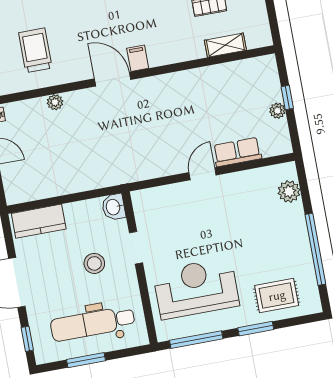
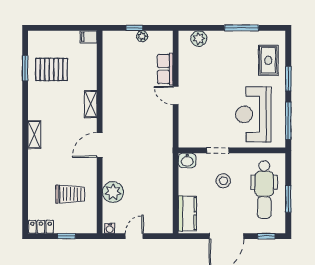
shelving: (225, 45) -> (91, 104), moved
trolley: (35, 50) -> (70, 194), turned 180
filing cabinet: (138, 58) -> (89, 37), moved
plant: (55, 102) -> (113, 192), width x1.87, depth x1.87
window: (315, 249) -> (242, 28), width x0.68

